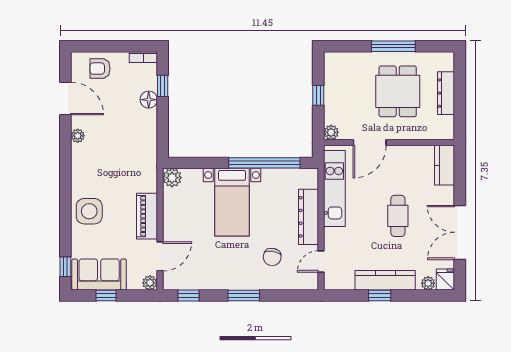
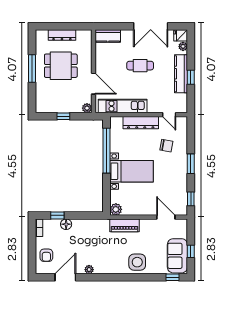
piano: (147, 216) -> (125, 225), moved
plant: (150, 283) -> (183, 223), removed

